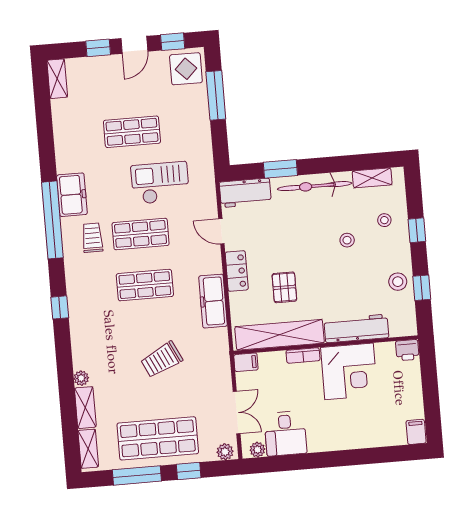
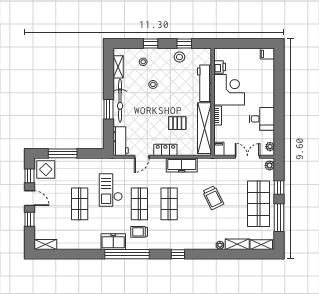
window: (280, 169) -> (108, 109), moved
printer: (407, 350) -> (220, 67), moved
desk: (285, 433) -> (262, 119), moved

